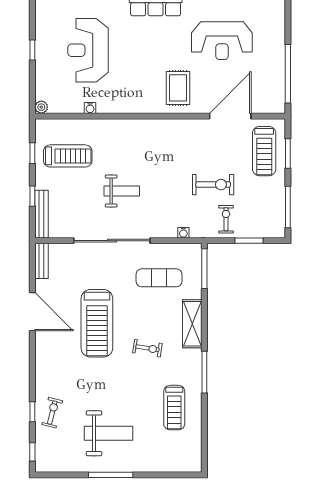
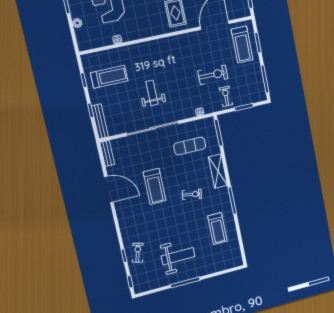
plant: (41, 107) -> (77, 23), moved
weight bench: (122, 191) -> (152, 93), turned -90
treadmill: (97, 323) -> (155, 186), width x0.73, depth x0.73

